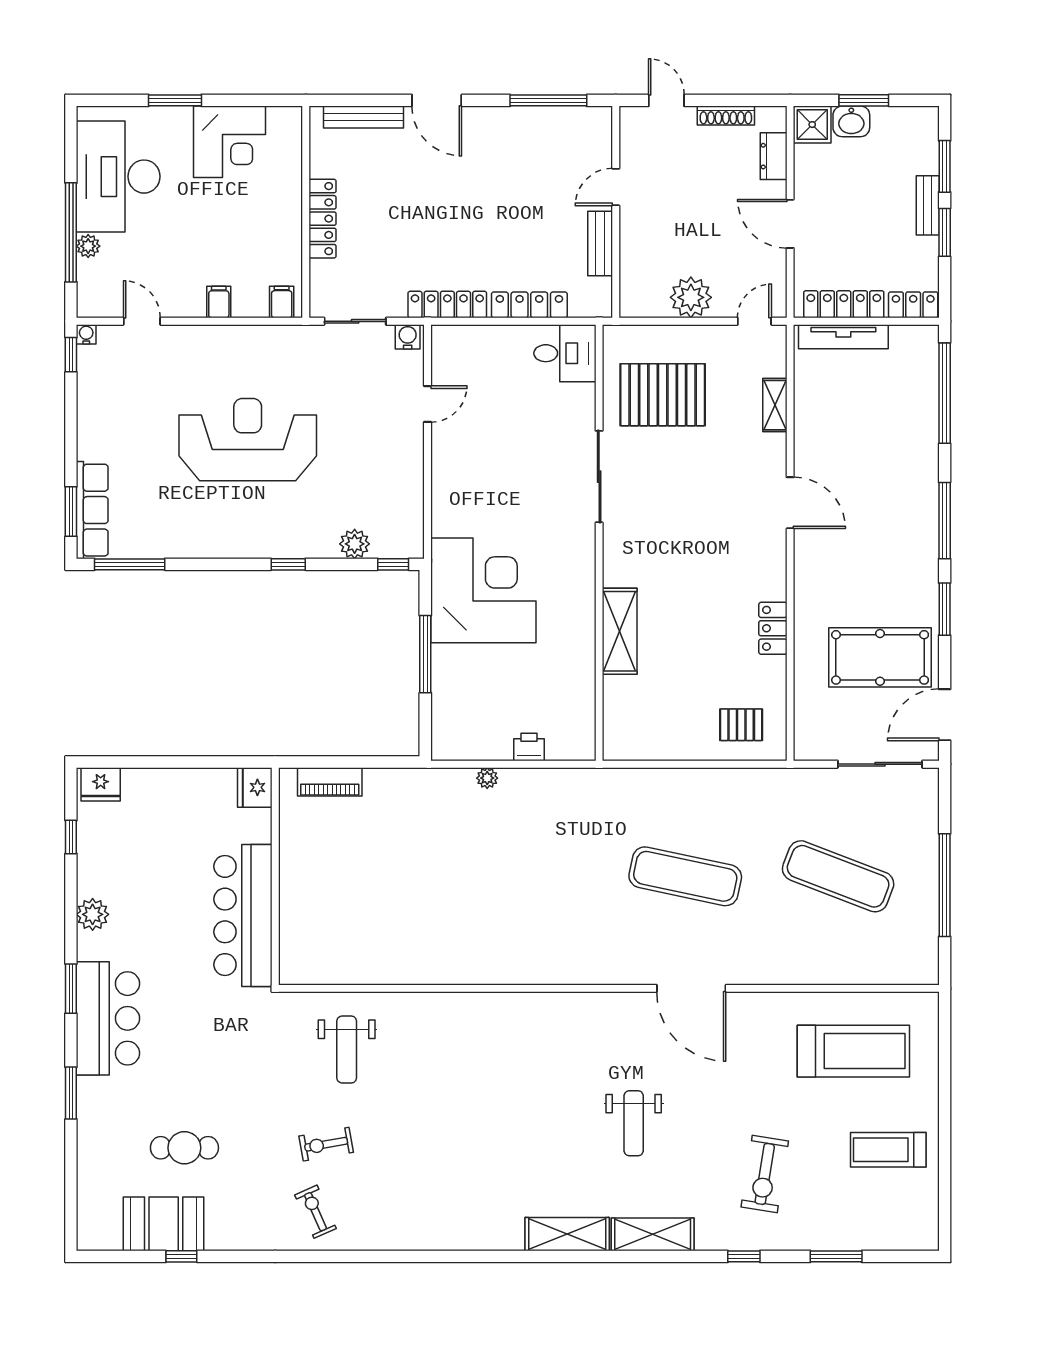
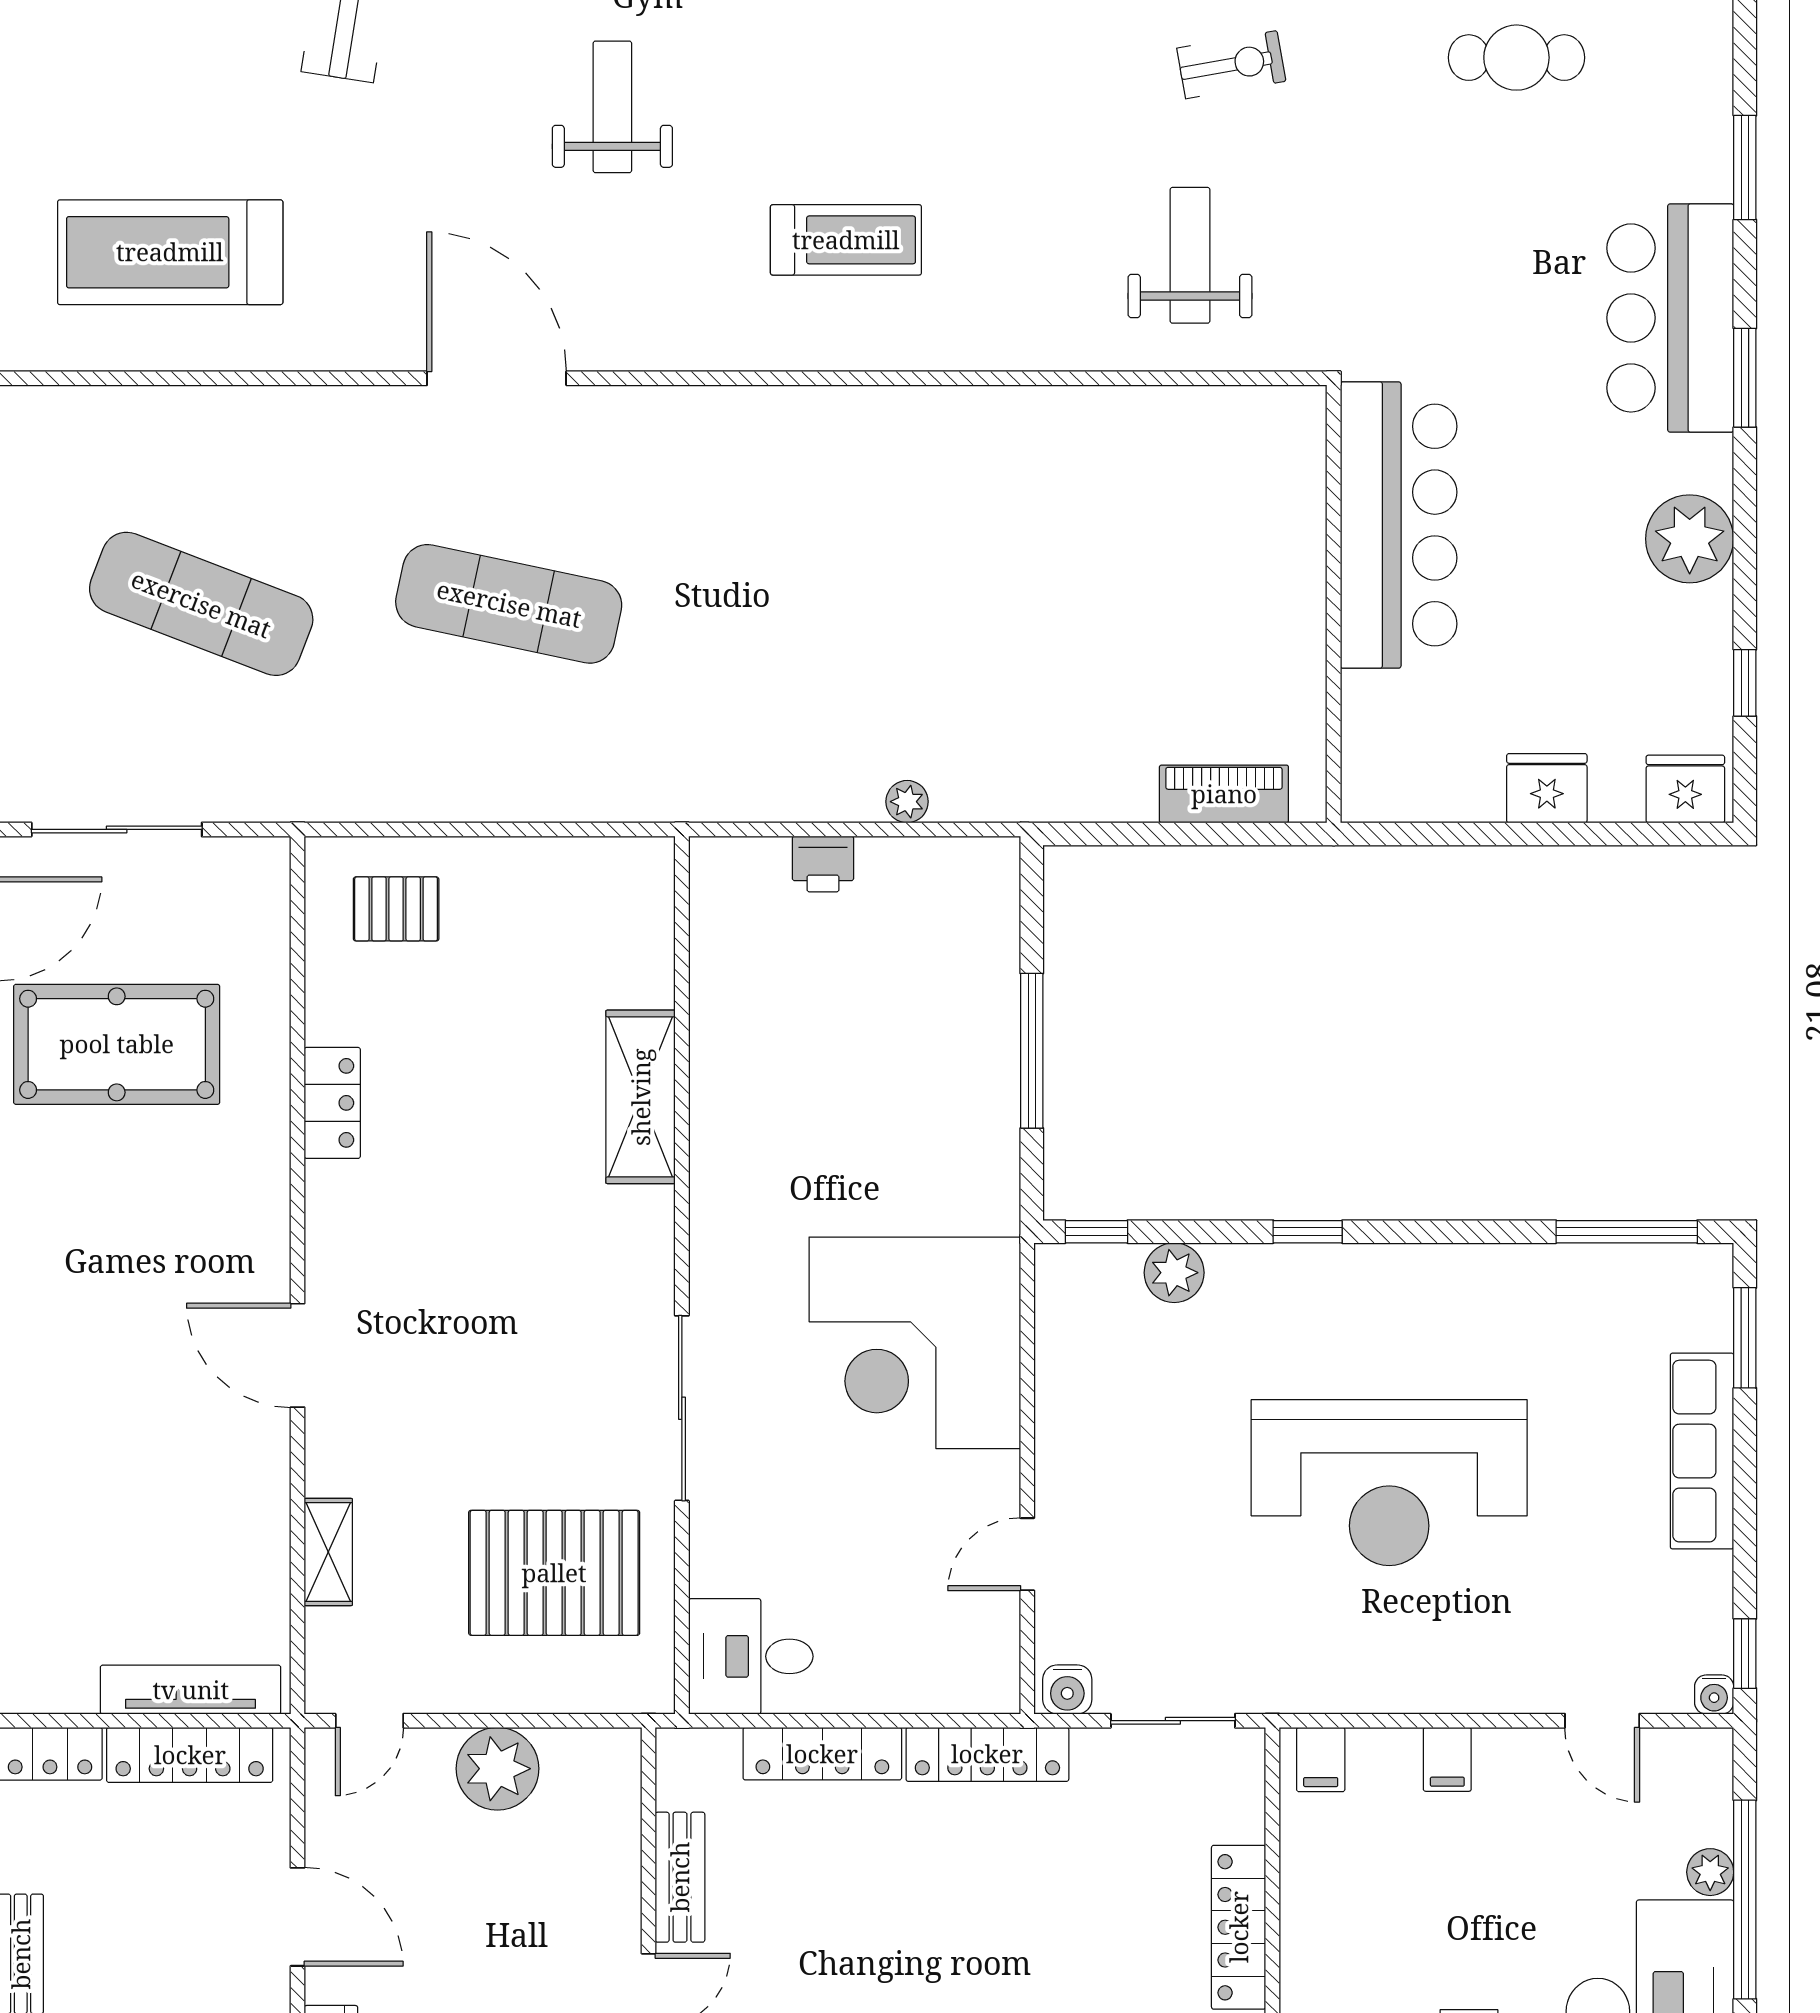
row of seats: (92, 510) -> (1702, 1451), moved
corner desk: (483, 590) -> (915, 1343), moved
fridge: (255, 787) -> (1547, 788), moved, turned -90
plant: (93, 914) -> (1690, 539), width x1.36, depth x1.36
treadmill: (888, 1150) -> (846, 240), moved

